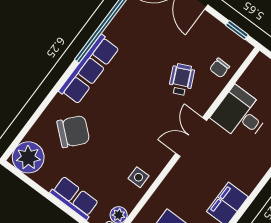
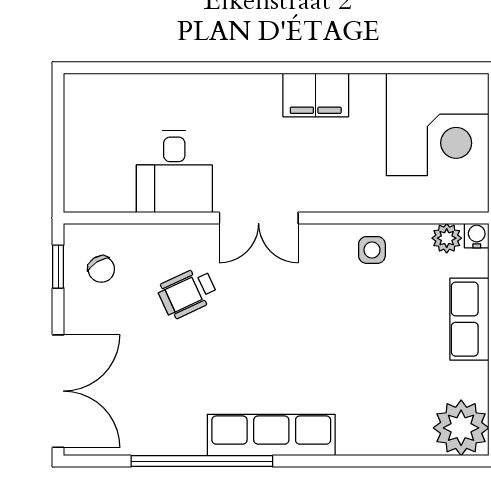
chair: (220, 68) -> (101, 269), moved, turned 58
chair: (73, 132) -> (376, 391), removed

